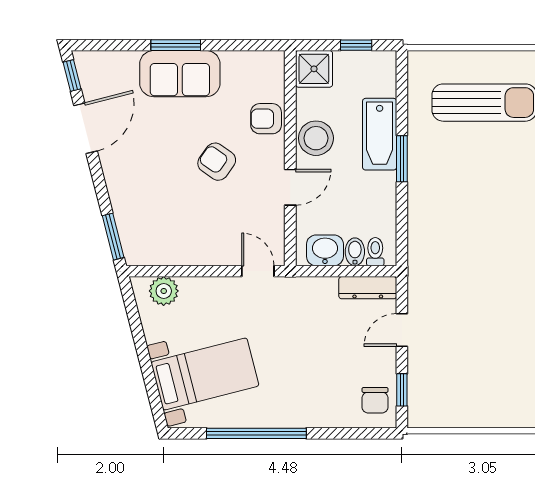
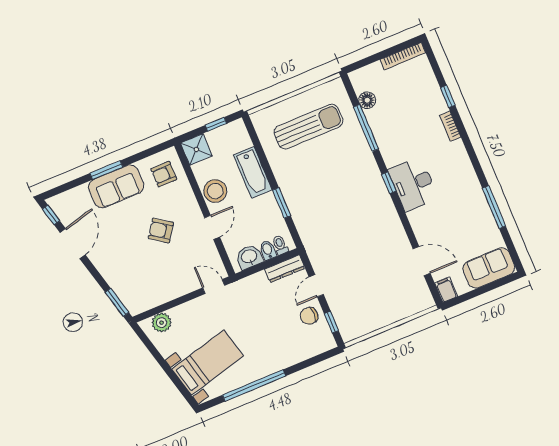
armchair: (266, 119) -> (164, 174), moved
window: (402, 159) -> (282, 203), moved
chair: (375, 400) -> (309, 316), moved, turned 90

